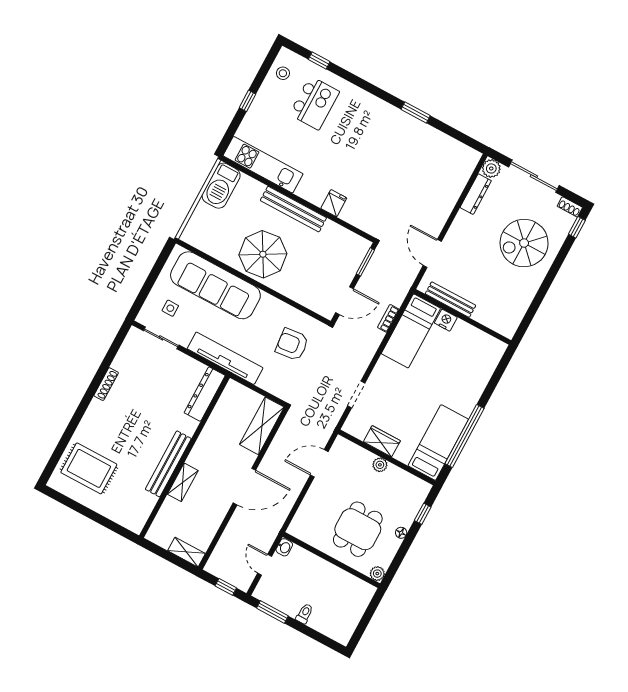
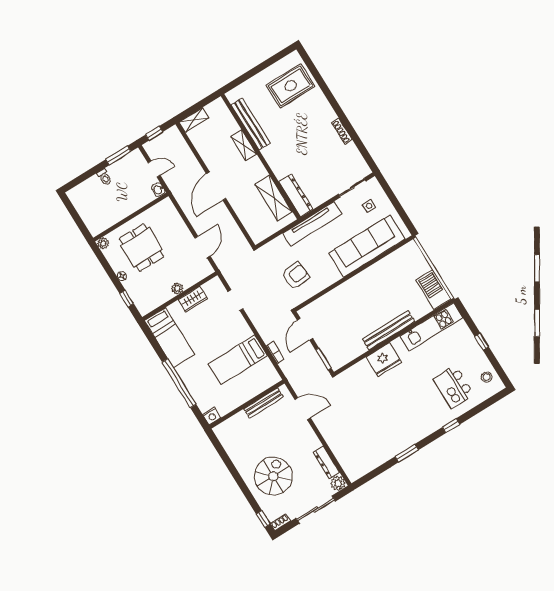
window: (319, 61) -> (451, 426), moved
fridge: (334, 203) -> (384, 360), width x1.88, depth x1.34
parasol: (263, 254) -> (369, 291), removed
nightstand: (446, 320) -> (212, 416), moved
bed: (411, 331) -> (238, 360), moved, turned -90
shelving: (262, 426) -> (274, 198), moved
window: (464, 436) -> (179, 383), moved
bench: (168, 464) -> (251, 124), moved

